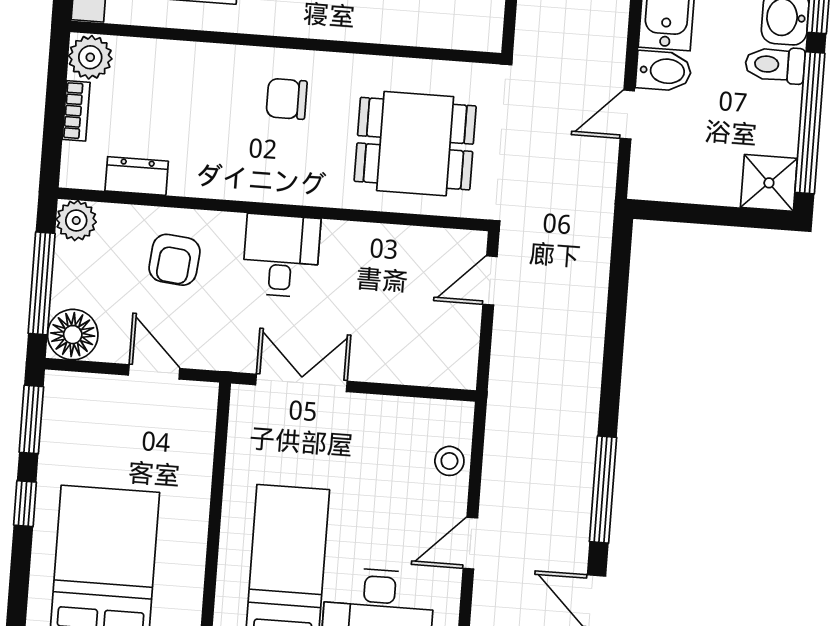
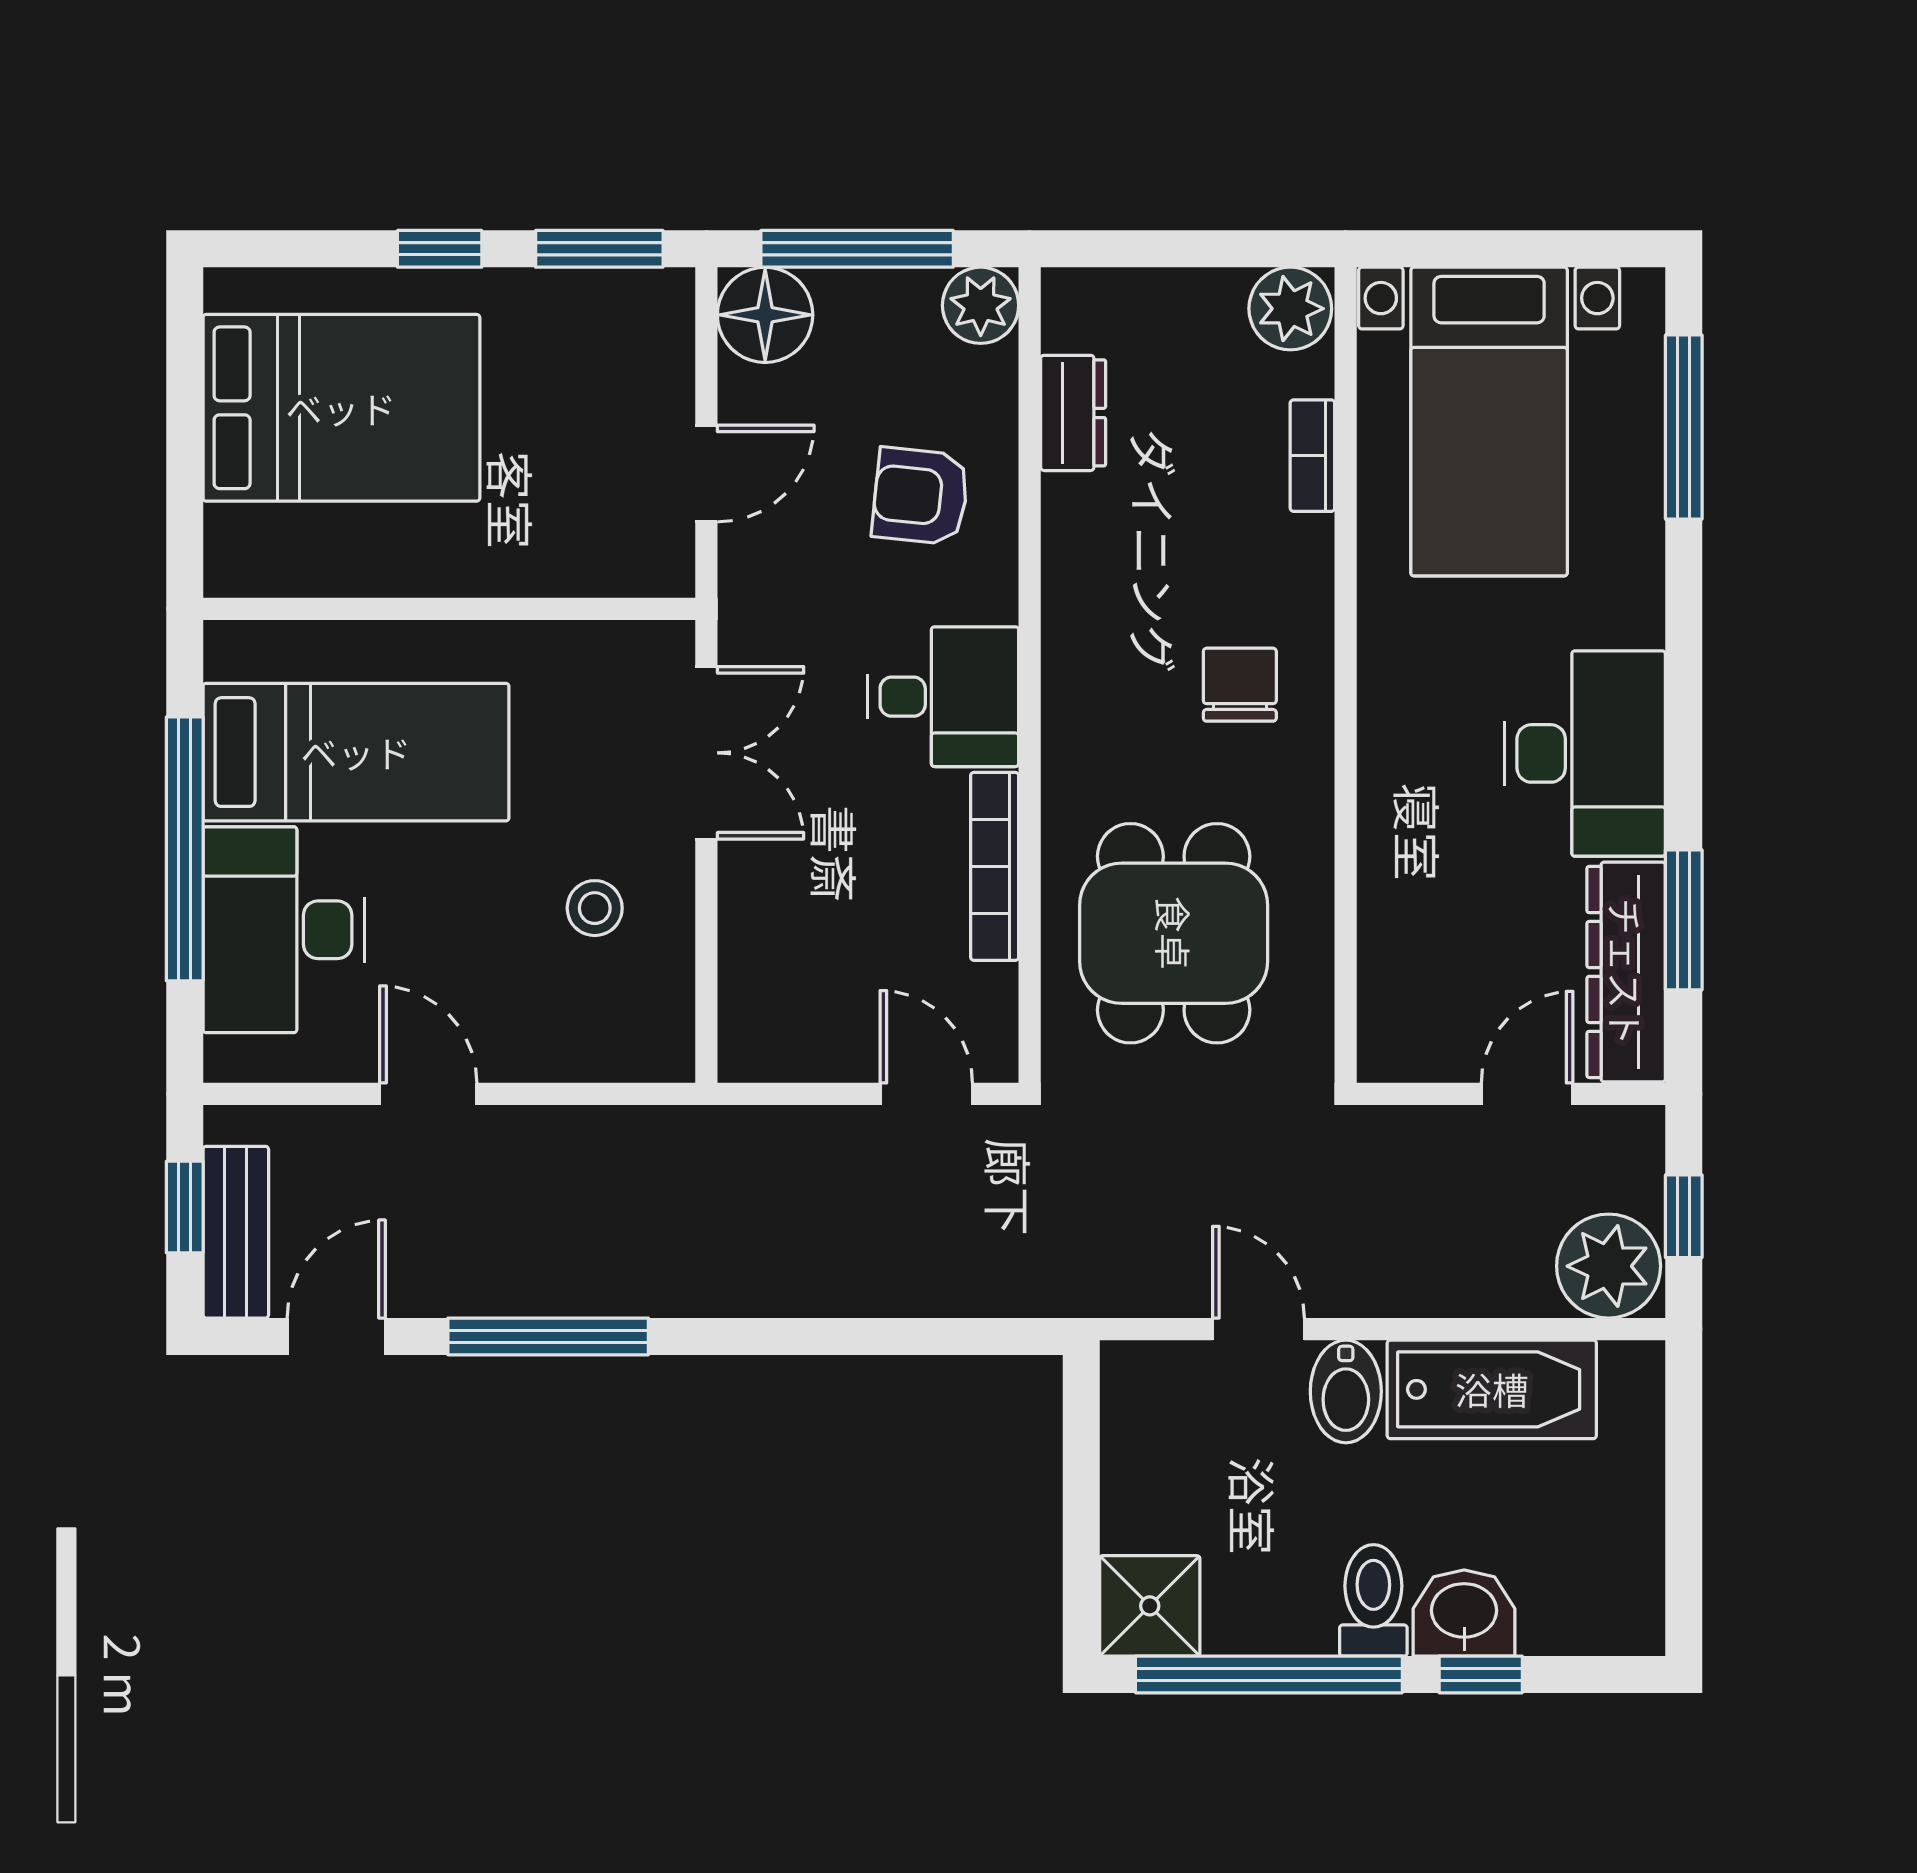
bookcase: (76, 111) -> (1312, 456), moved, turned 90
bookcase: (373, 235) -> (995, 866), added
stool: (449, 461) -> (595, 908), moved

